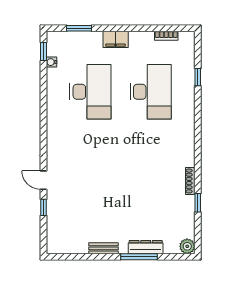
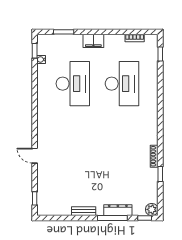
window: (198, 77) -> (160, 54), moved
window: (43, 207) -> (35, 198), moved
window: (179, 257) -> (145, 218), added

